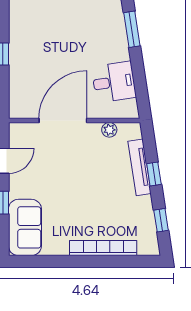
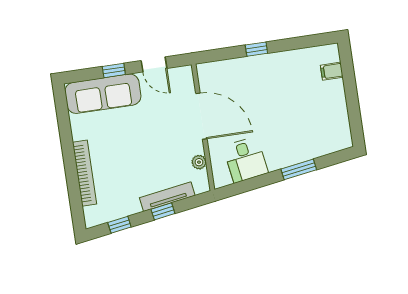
sofa: (25, 227) -> (103, 94), width x1.36

